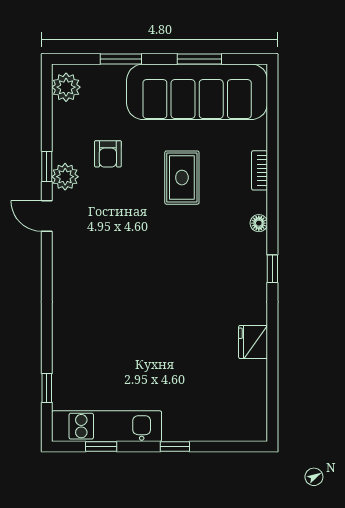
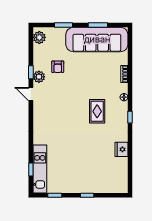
rug: (182, 178) -> (97, 111), moved
kitchen unit: (107, 426) -> (40, 169), moved, turned 90

